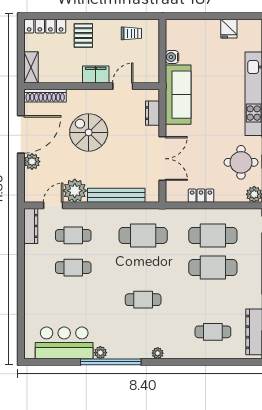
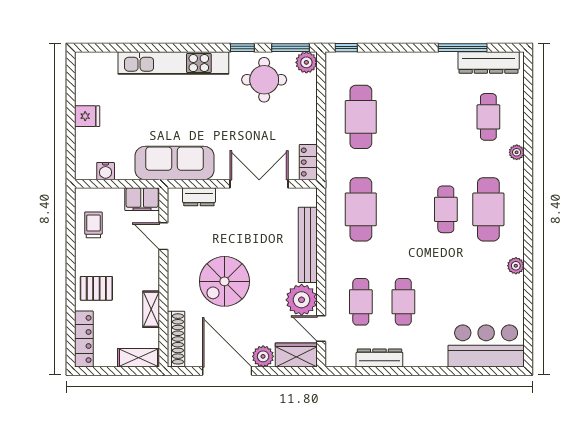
fridge: (229, 29) -> (87, 116), moved
water cooler: (172, 57) -> (106, 171), moved
filing cabinet: (96, 75) -> (142, 199), moved, turned -90
shelving: (68, 77) -> (151, 309), added
wardrobe: (33, 187) -> (296, 355), added
locker: (201, 196) -> (308, 162), moved
dresser: (31, 226) -> (379, 358), moved
cafe table: (213, 268) -> (488, 209), moved
bar counter: (64, 343) -> (486, 346), moved, turned 90
plant: (158, 353) -> (517, 152), moved
window: (111, 362) -> (528, 252), removed

